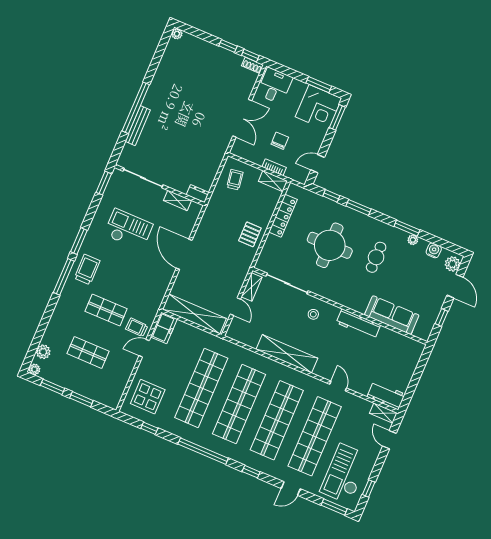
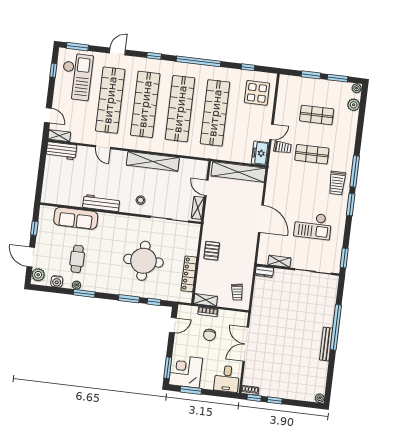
bench: (138, 126) -> (326, 344), moved
cafe table: (376, 257) -> (77, 259), moved

